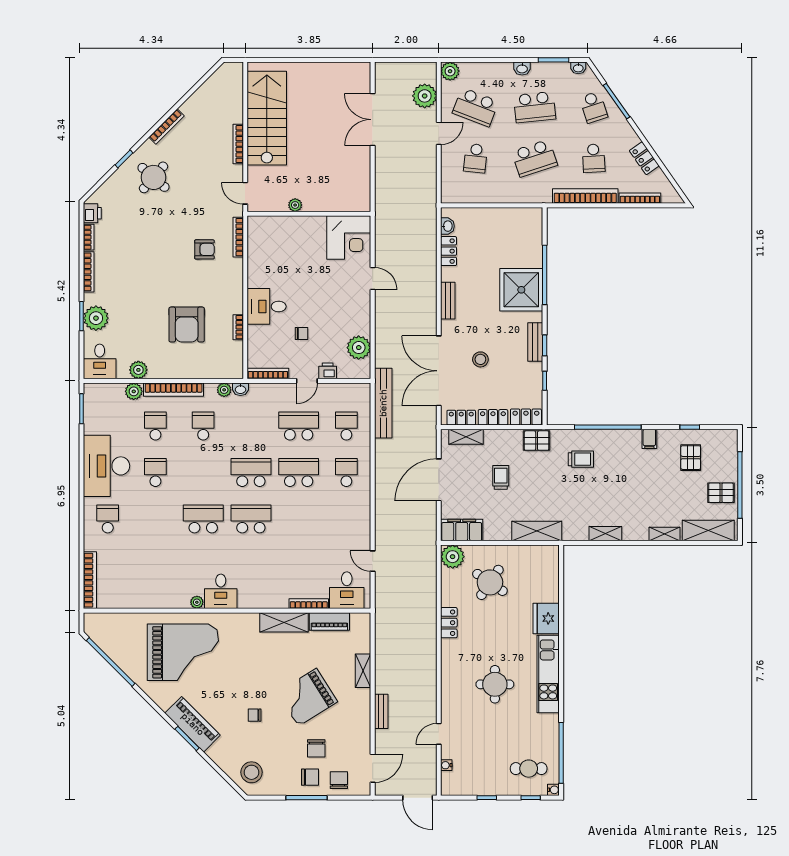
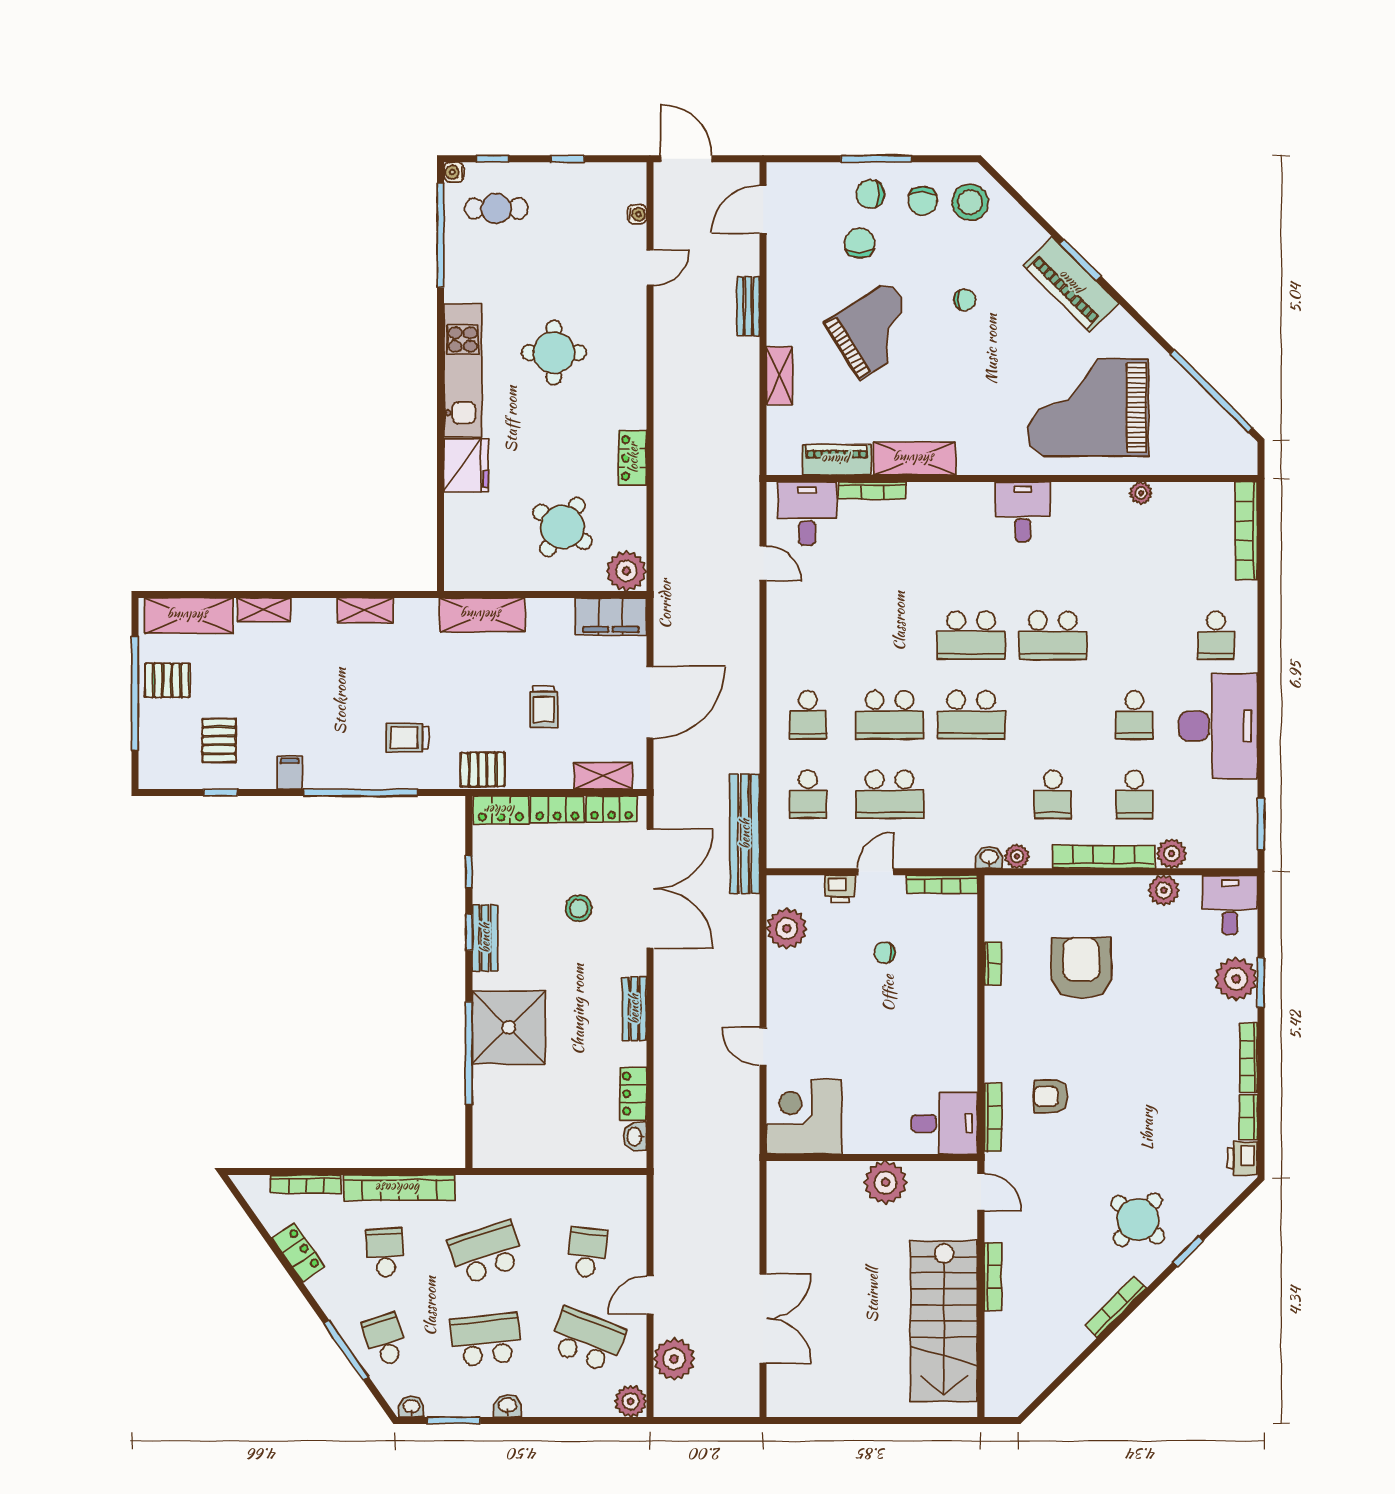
plant: (295, 205) -> (886, 1182), width x1.87, depth x1.87
desk: (267, 306) -> (944, 1123), moved
plant: (197, 602) -> (1141, 493), moved
chair: (339, 780) -> (923, 201), moved

